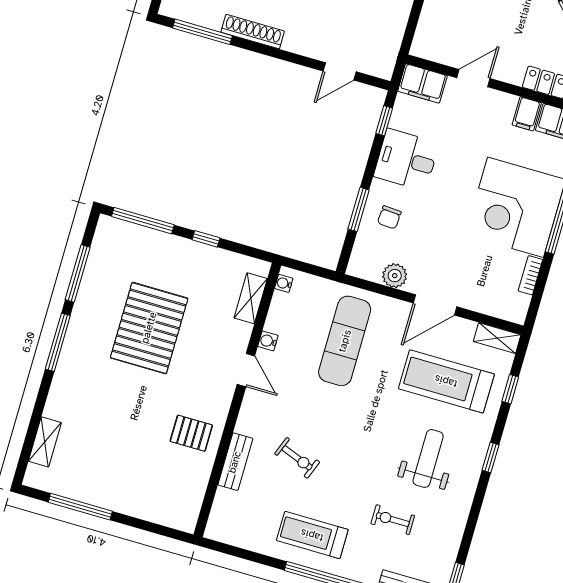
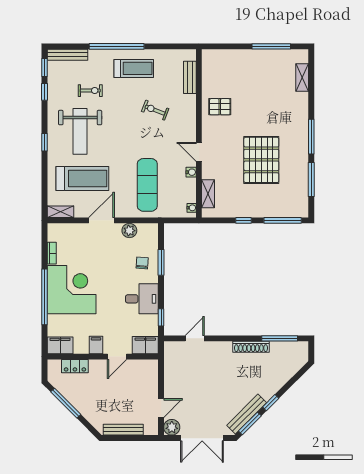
filing cabinet: (527, 114) -> (96, 345), moved
window: (510, 389) -> (44, 92), moved
weight bench: (428, 458) -> (80, 131), width x1.36, depth x1.33
bench: (235, 462) -> (190, 77), moved

